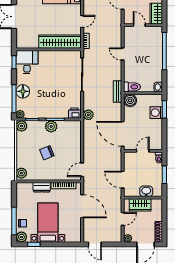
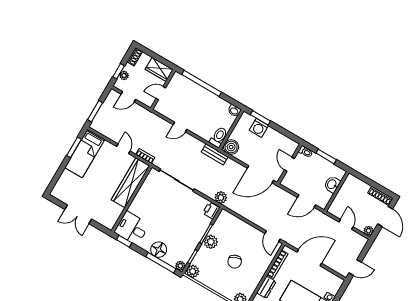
wardrobe: (140, 205) -> (342, 199), removed

